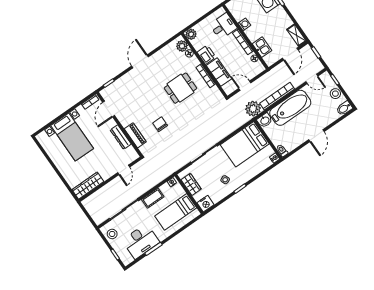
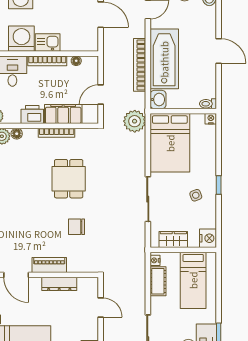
washing machine: (244, 24) -> (21, 39), width x1.89, depth x1.89
kitchen sink: (262, 47) -> (48, 43), moved
dining table: (180, 88) -> (69, 179), moved
plant: (253, 109) -> (135, 121), moved
piano: (135, 135) -> (49, 265), moved
cot: (153, 198) -> (158, 281), moved

